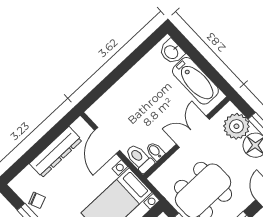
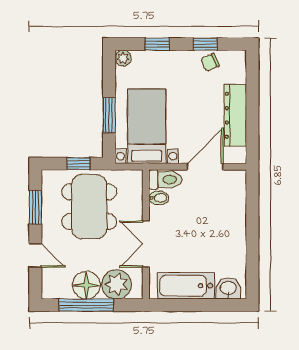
double door: (193, 132) -> (146, 244), swing flipped
door: (107, 140) -> (205, 167), hinge flipped

